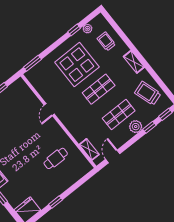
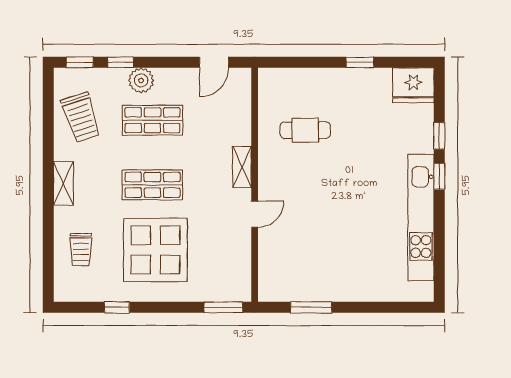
plant: (87, 29) -> (94, 293), removed
shelving: (89, 149) -> (242, 167), moved

